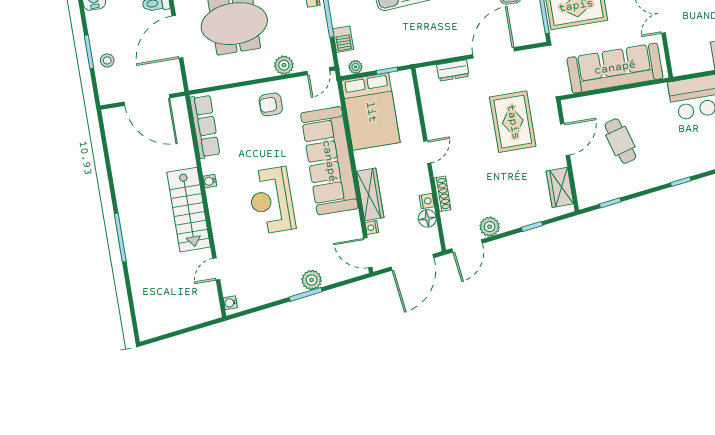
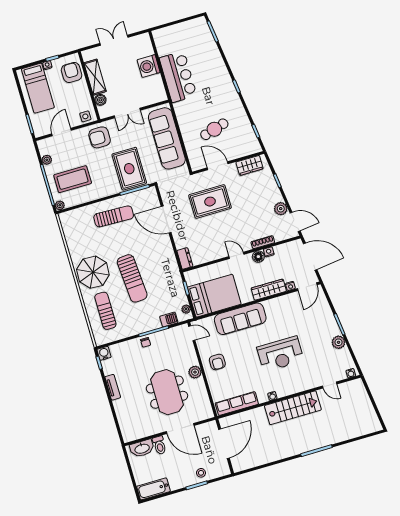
plant: (284, 65) -> (195, 372), moved
dresser: (453, 70) -> (185, 258), moved
sofa: (329, 161) -> (240, 319), width x0.74, depth x0.79
floor lamp: (427, 218) -> (258, 257), moved
plant: (312, 280) -> (339, 342), moved

